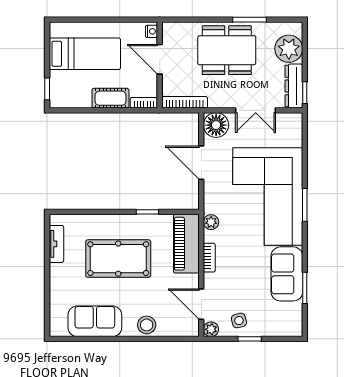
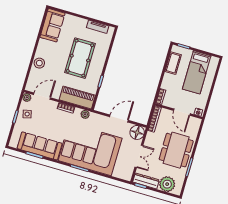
door: (160, 59) -> (182, 112), swing flipped
cot: (110, 98) -> (173, 63), moved
double door: (256, 110) -> (139, 156), swing flipped
sofa: (287, 274) -> (40, 146), width x1.36
sofa: (95, 321) -> (52, 25), moved

